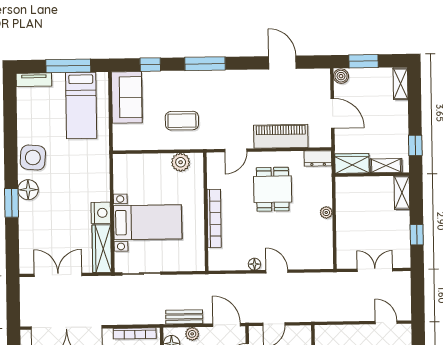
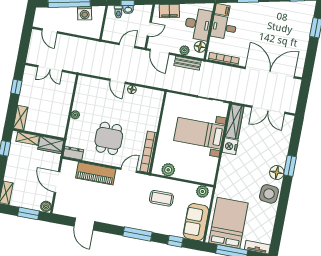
bed: (81, 105) -> (228, 223), width x1.50
plant: (127, 142) -> (202, 191), added
bookcase: (214, 218) -> (148, 152), moved

